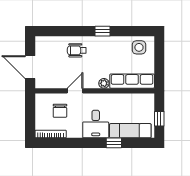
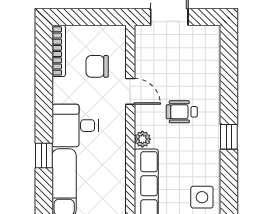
wheelchair: (77, 50) -> (182, 112), moved, turned -90

